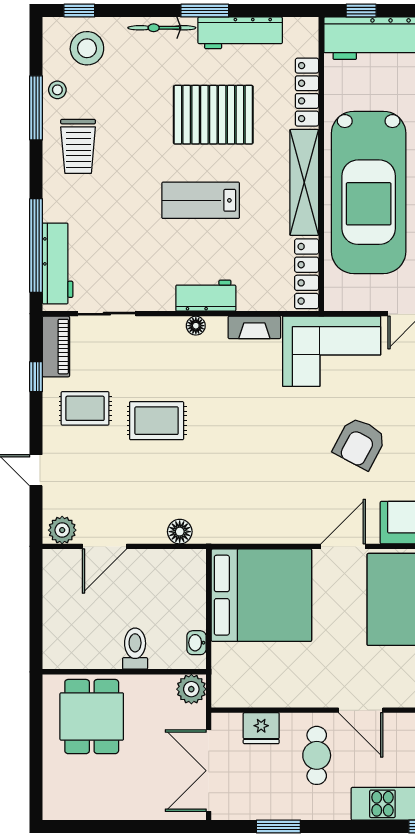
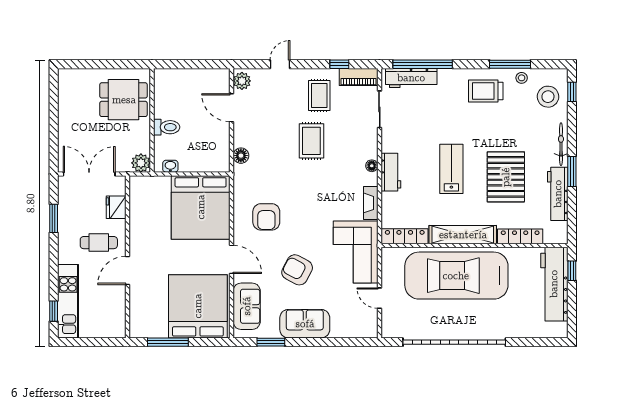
armchair: (276, 492) -> (266, 217), added

